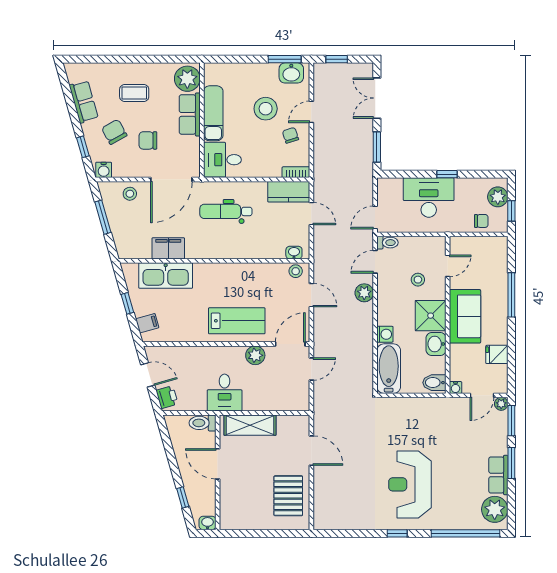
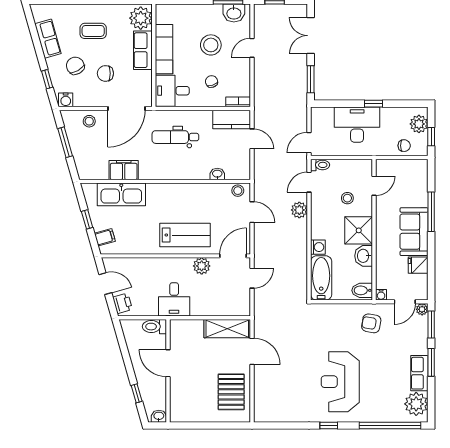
chair: (290, 135) -> (212, 82), moved
washbasin: (294, 253) -> (217, 174), moved
sofa: (465, 316) -> (414, 232), moved, turned 180
armchair: (445, 419) -> (371, 323), added
shelving: (250, 425) -> (227, 329), moved

